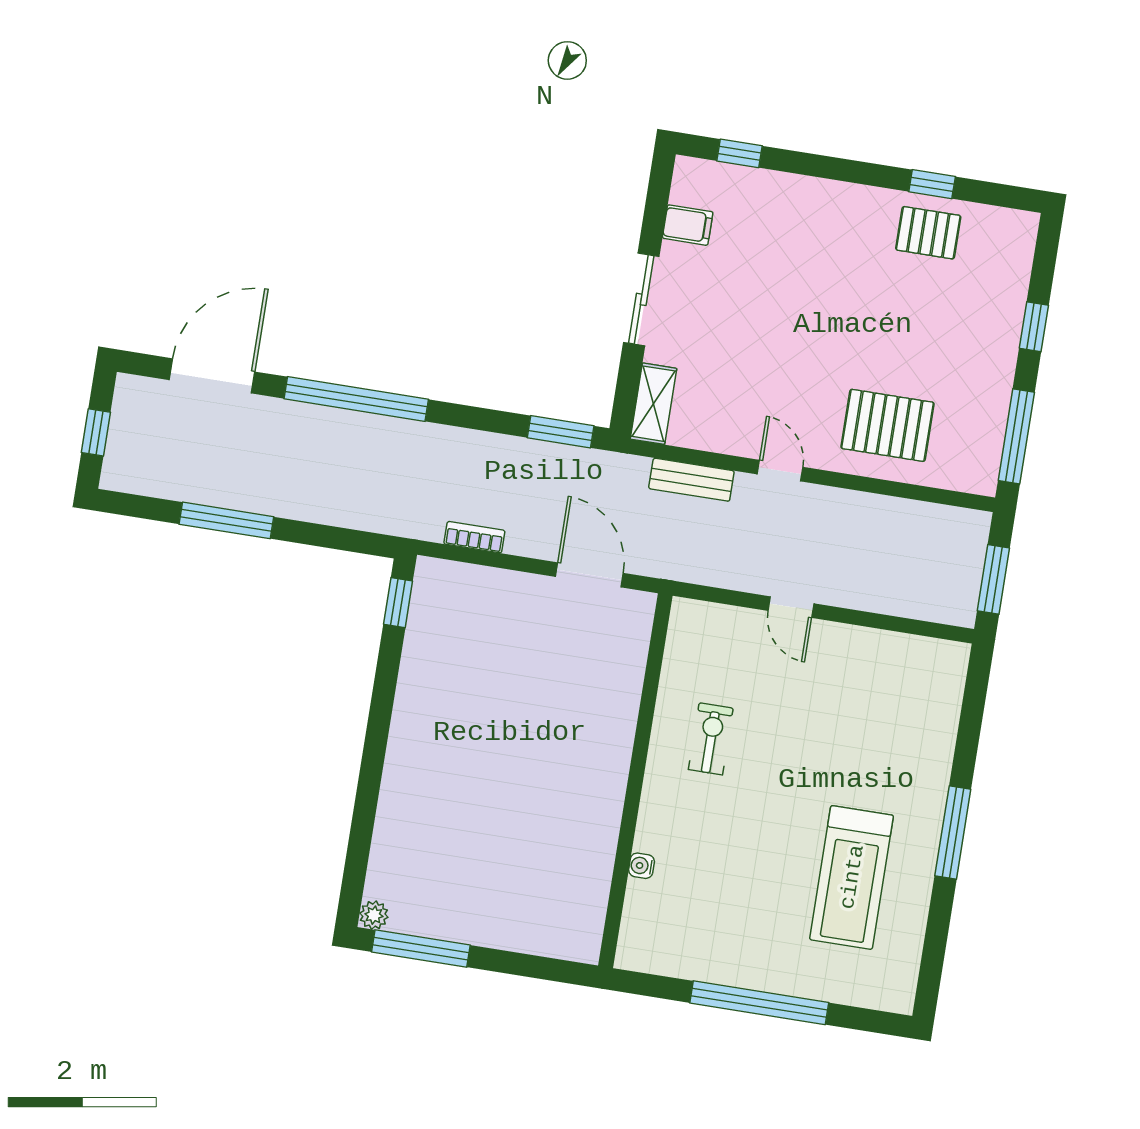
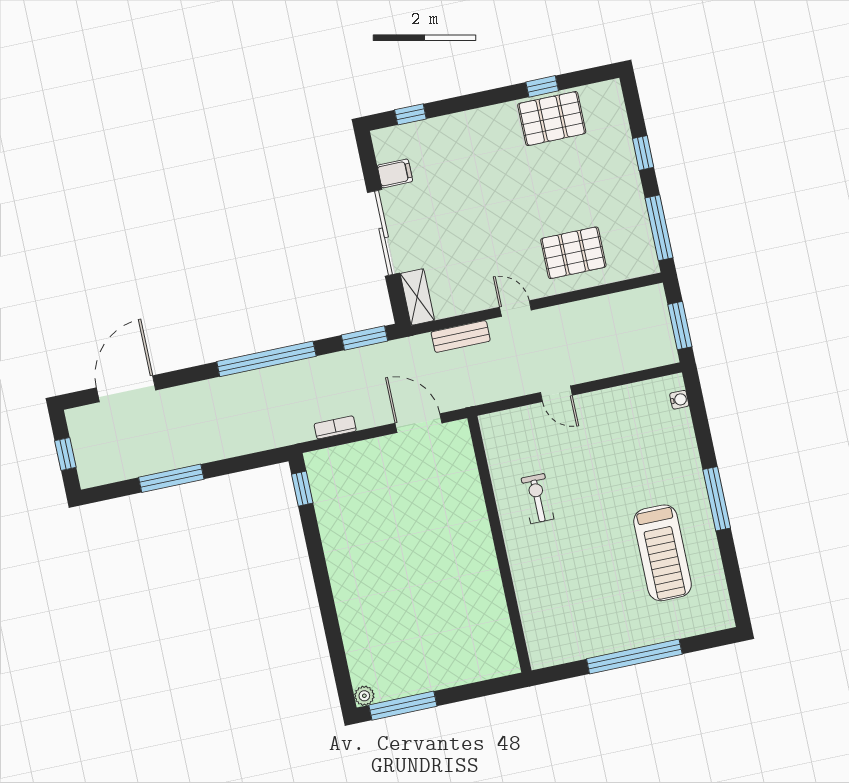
pallet: (928, 233) -> (552, 119), width x1.50, depth x1.42
sliding door: (641, 299) -> (384, 233), width x1.37
window: (356, 399) -> (266, 359), moved
water cooler: (641, 866) -> (679, 400), moved, turned 180

